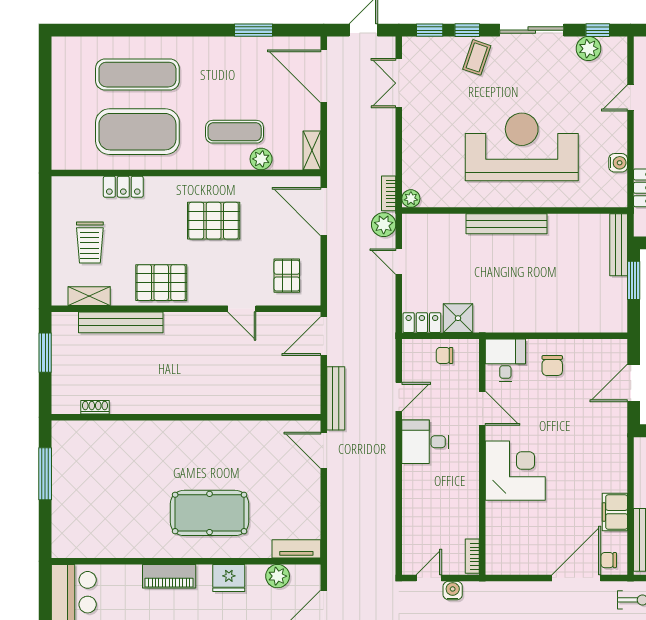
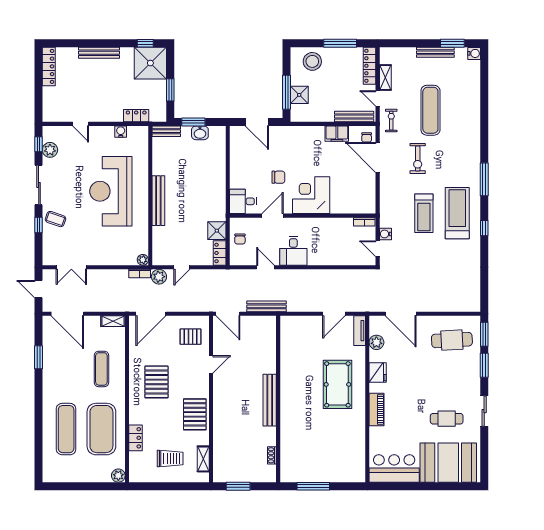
window: (430, 30) -> (39, 248), removed
door: (324, 76) -> (67, 314), hinge flipped
plant: (261, 159) -> (118, 476), moved
bench: (619, 245) -> (166, 131), width x0.73
washbasin: (616, 291) -> (200, 133), added
bench: (121, 322) -> (270, 400), moved
chair: (552, 366) -> (278, 177), moved
door: (324, 450) -> (334, 314), moved

